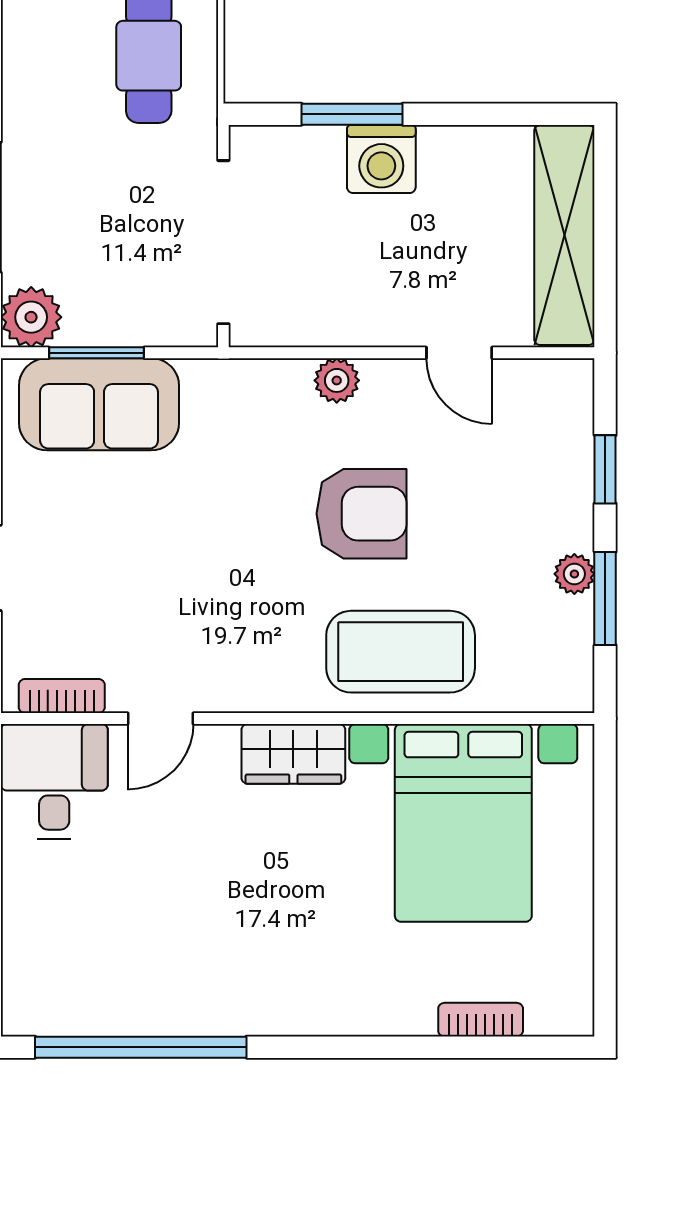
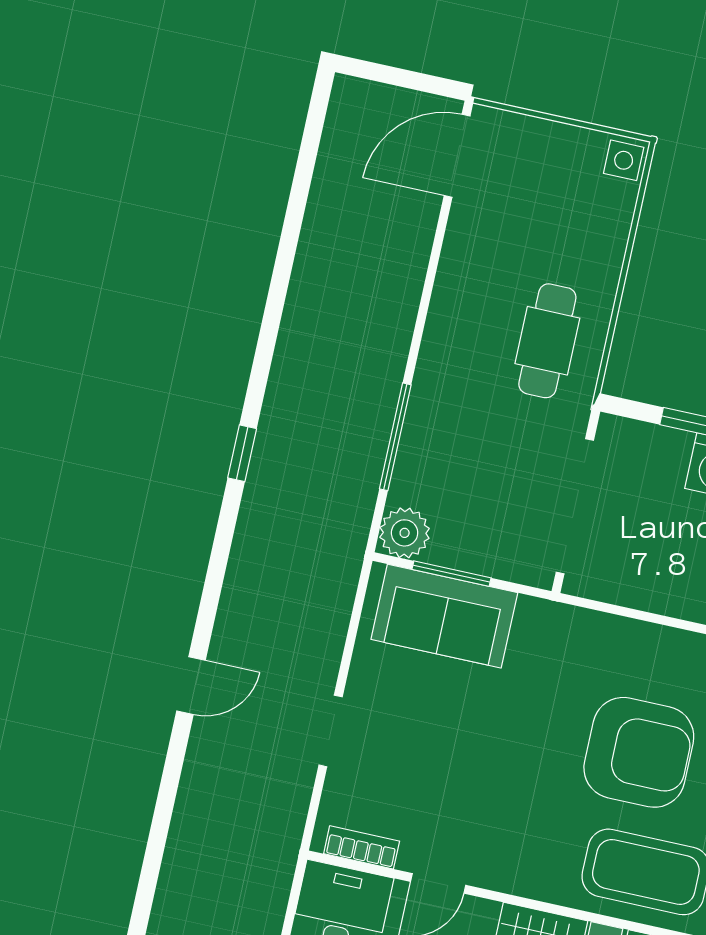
plant: (337, 380) -> (642, 639), removed
armchair: (362, 514) -> (639, 752), width x1.36, depth x1.36

